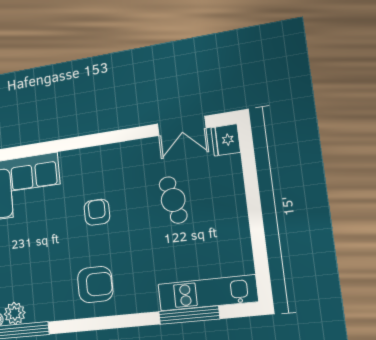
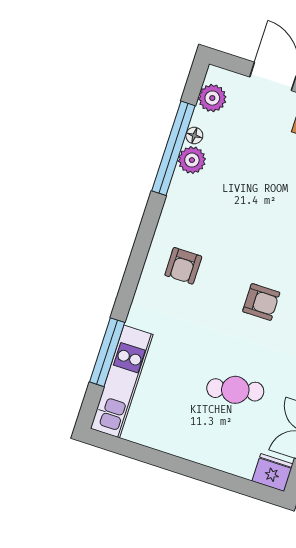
armchair: (95, 285) -> (183, 266), width x0.72, depth x0.72

